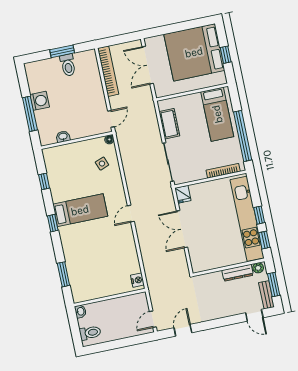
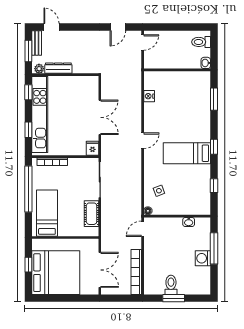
window: (259, 215) -> (28, 130), moved
nightstand: (137, 280) -> (149, 96), moved

